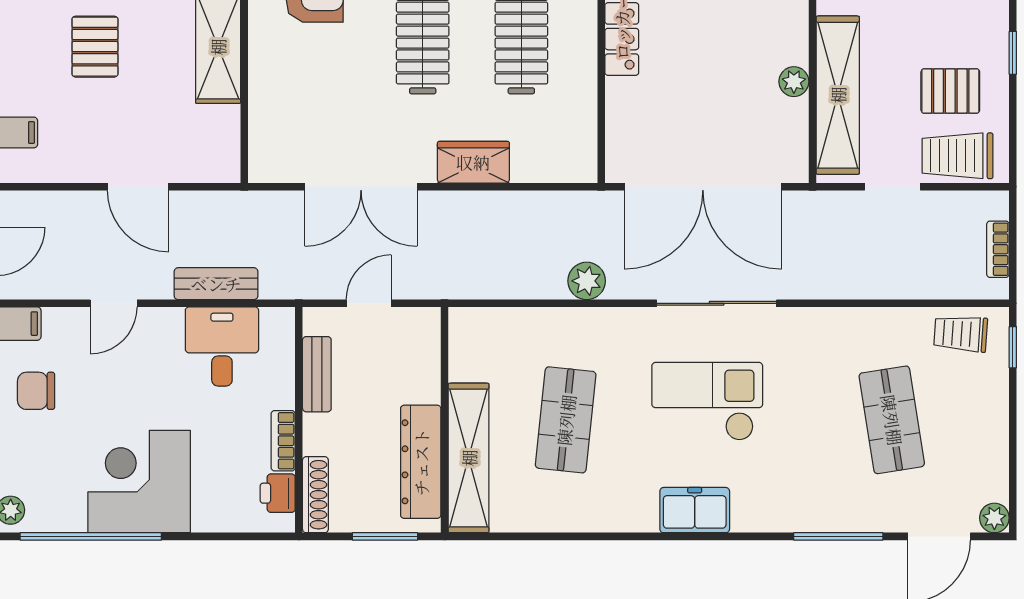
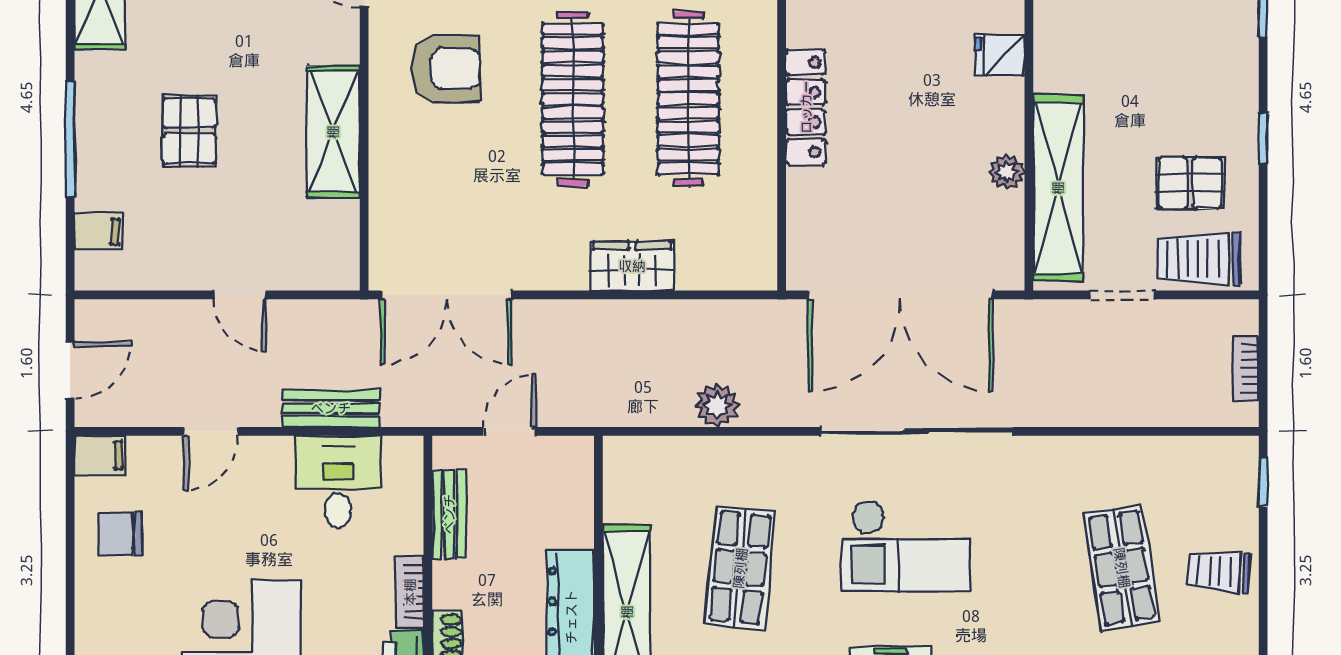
door: (138, 187) -> (240, 295), width x0.73
double door: (361, 187) -> (446, 295), moved
plant: (587, 281) -> (717, 405), moved
sliding door: (717, 303) -> (917, 431), width x1.36
trolley: (961, 334) -> (1219, 571), moved
checkout: (707, 401) -> (906, 546), turned 180

